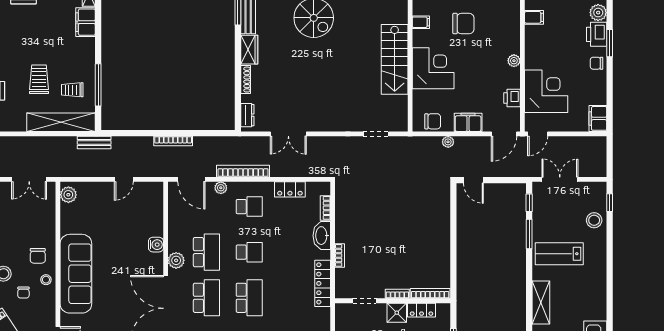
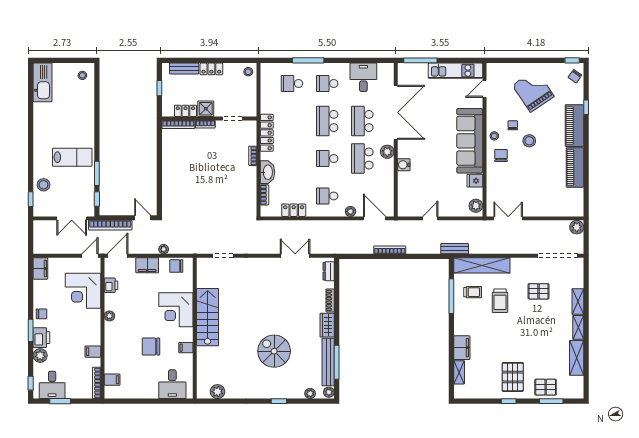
bookcase: (243, 171) -> (110, 225), moved
fridge: (70, 225) -> (475, 181), added
shelving: (541, 303) -> (87, 117), removed

